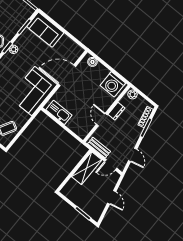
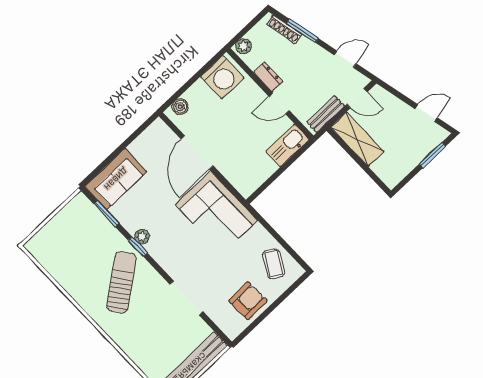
kitchen sink: (59, 112) -> (288, 146), moved
door: (111, 165) -> (357, 98), hinge flipped
door: (112, 197) -> (426, 113), moved

